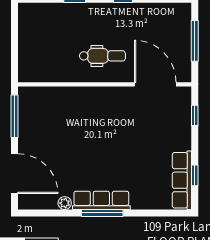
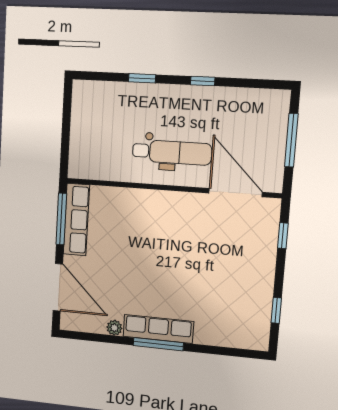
dental chair: (103, 56) -> (172, 152), width x1.36, depth x1.38
row of seats: (182, 180) -> (76, 220), moved, turned 180

